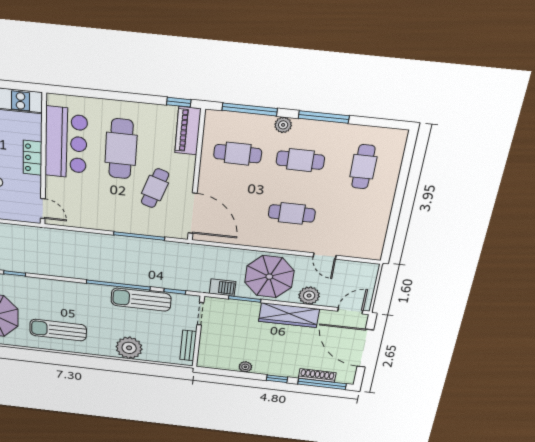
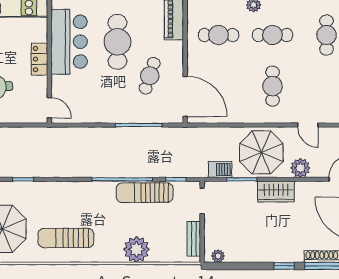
cafe table: (292, 213) -> (273, 86), turned 90
wardrobe: (289, 315) -> (276, 192), width x0.67
plant: (245, 367) -> (218, 256), moved

